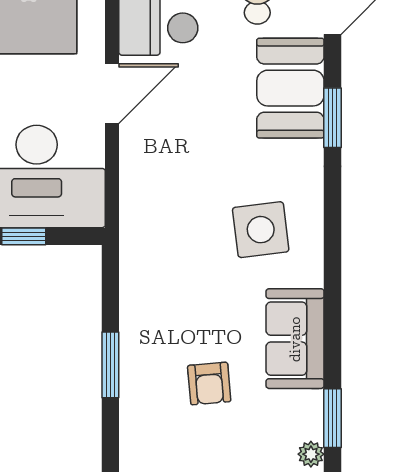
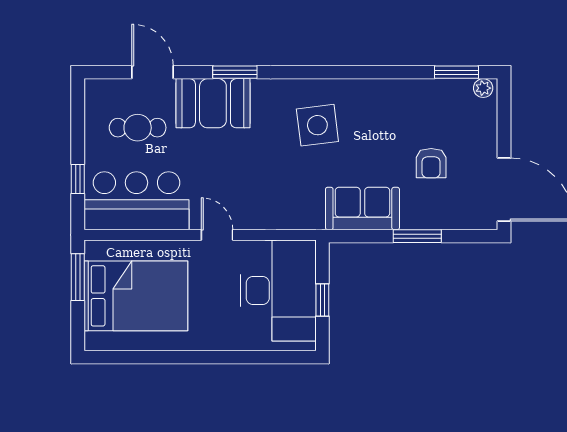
door: (112, 94) -> (217, 235), width x0.73
sofa: (295, 339) -> (362, 208), moved, turned 180
armchair: (209, 384) -> (431, 163), turned 95

